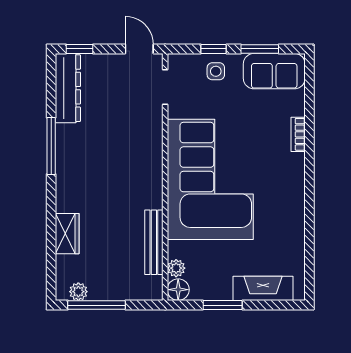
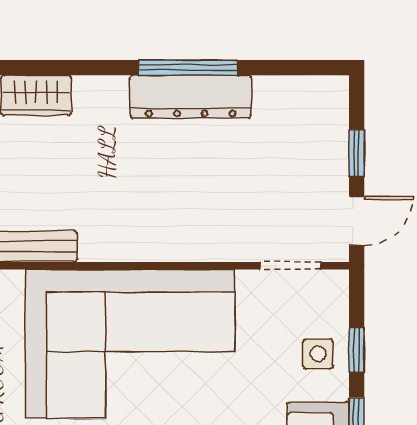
window: (80, 49) -> (357, 153), moved
dresser: (68, 88) -> (191, 97), moved

